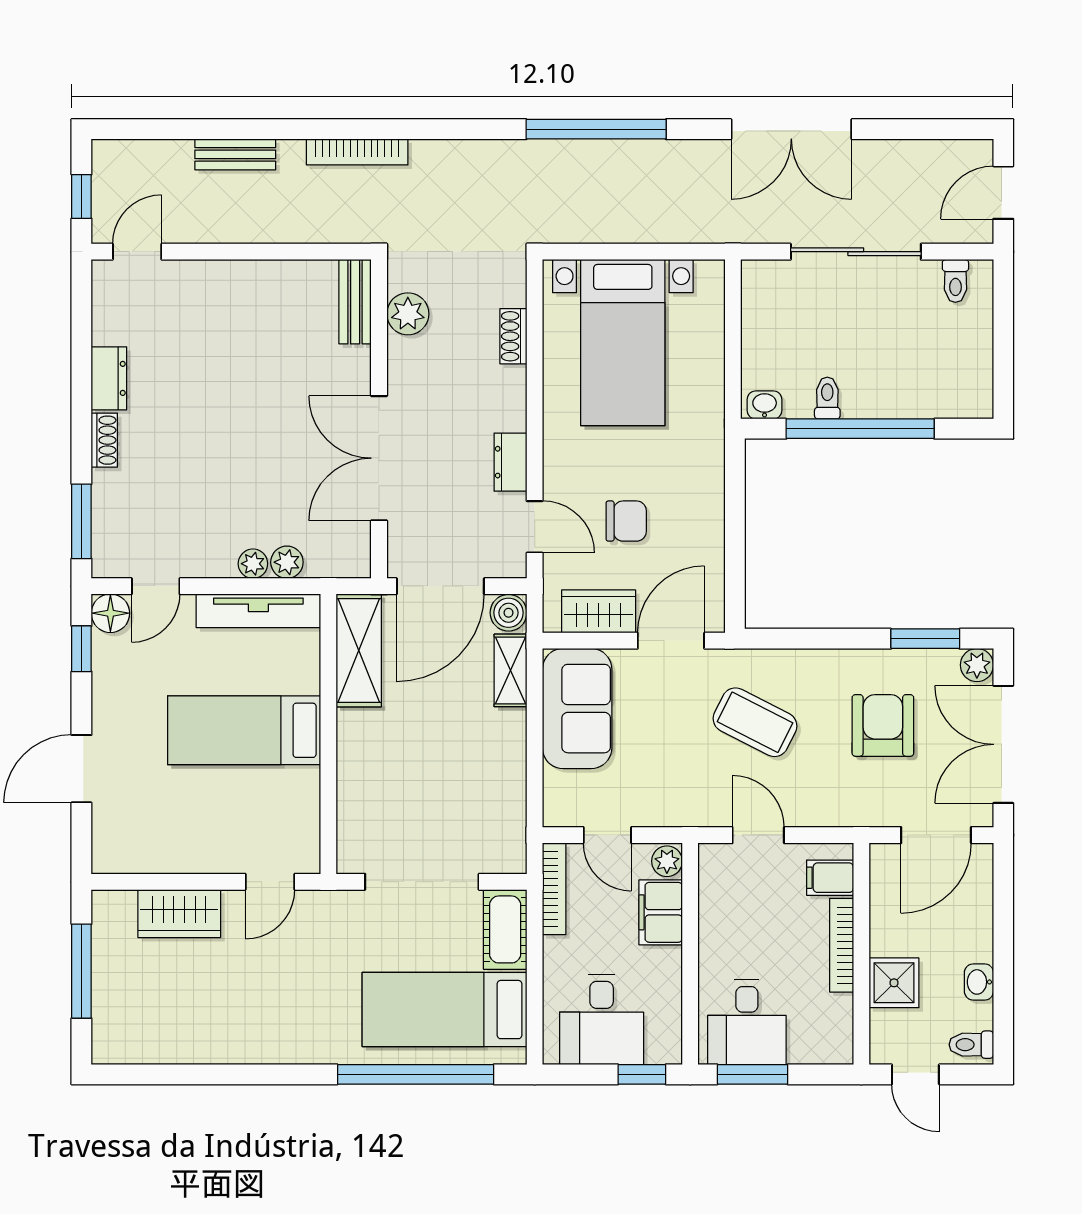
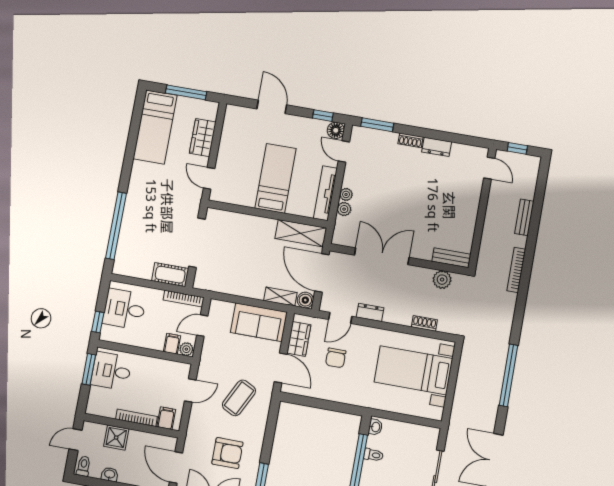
filing cabinet: (661, 912) -> (172, 344), width x0.50
bed: (444, 1010) -> (155, 127), moved, turned 180

